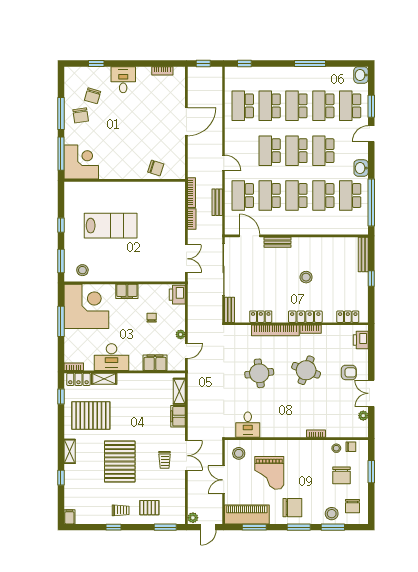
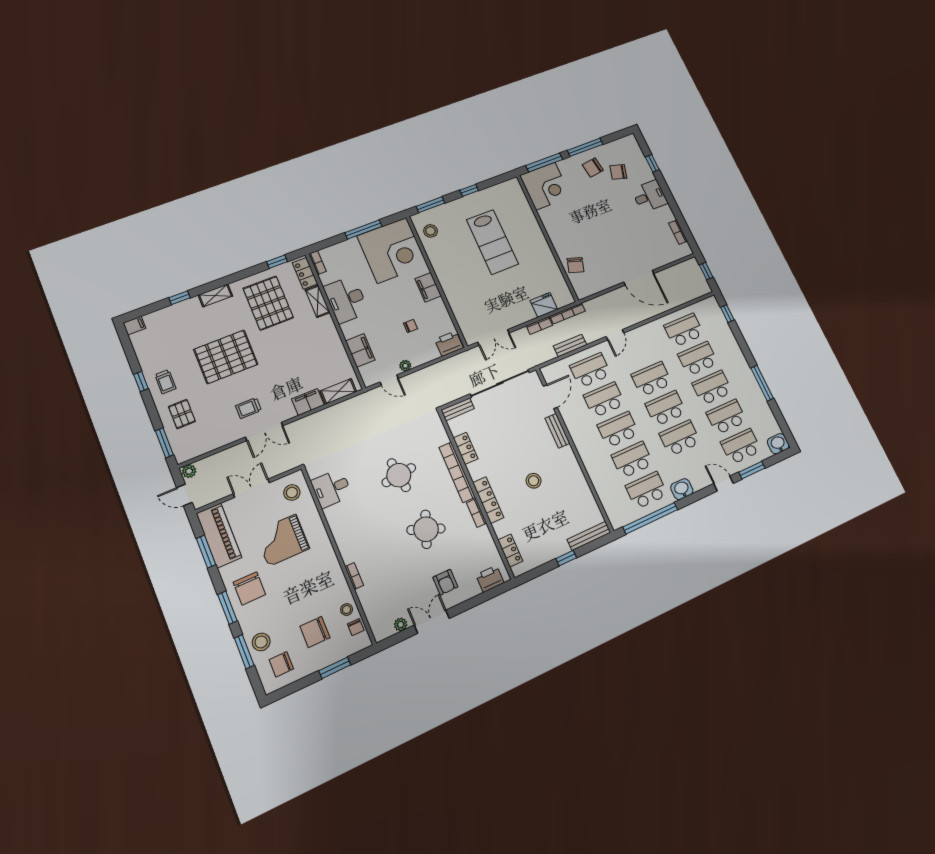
fridge: (177, 208) -> (544, 305), added

